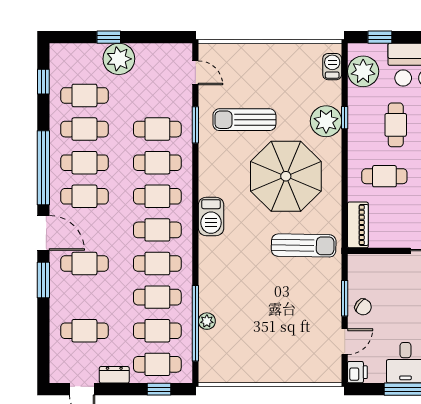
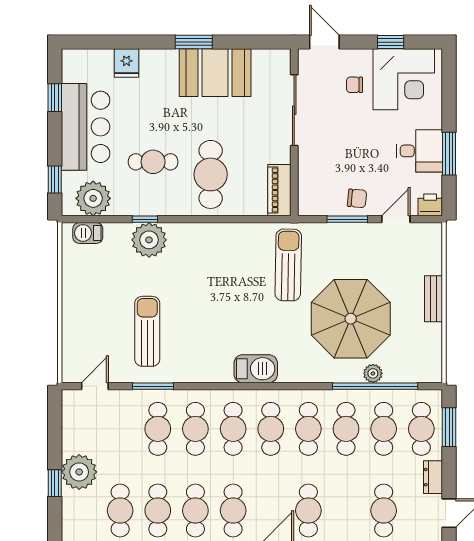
sun lounger: (244, 120) -> (147, 331), turned 180
parasol: (286, 176) -> (351, 319), moved
cafe table: (384, 176) -> (211, 174), width x1.37, depth x1.35
piano: (358, 225) -> (279, 190), moved, turned -90
chair: (363, 307) -> (357, 198), turned 58
door: (345, 342) -> (396, 219), hinge flipped
bench: (273, 375) -> (434, 299), added
window: (159, 389) -> (449, 427), width x1.50

